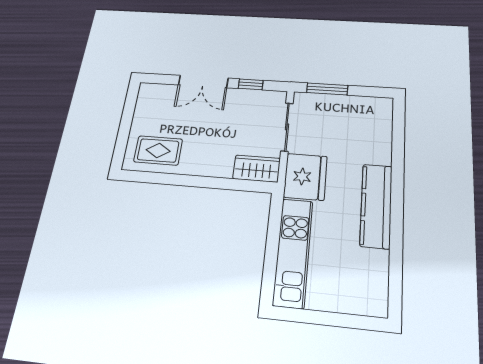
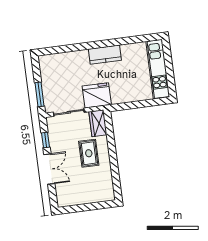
rug: (158, 150) -> (89, 153), moved
kitchen counter: (376, 206) -> (105, 55), width x0.67
kitchen unit: (293, 252) -> (158, 69), moved, turned -90

